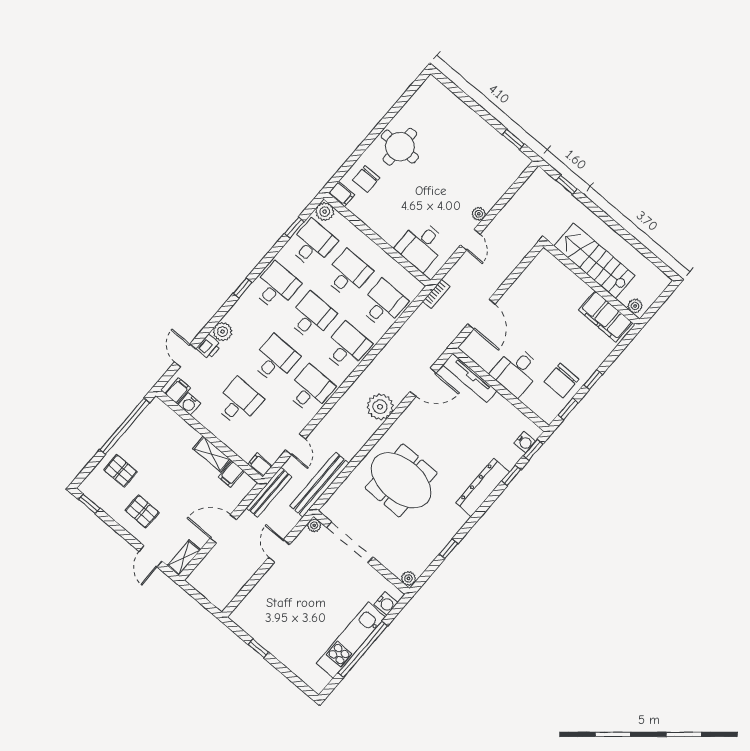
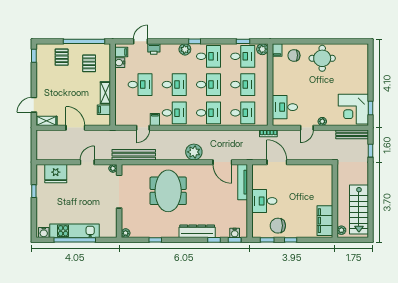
corner desk: (497, 162) -> (353, 109), added
stairs: (594, 261) -> (359, 209), moved, turned 180
door: (481, 314) -> (277, 162), swing flipped
plant: (223, 332) -> (185, 49), moved
filing cabinet: (260, 465) -> (155, 119), moved
bench: (269, 492) -> (352, 134), moved
pallet: (142, 511) -> (89, 63), moved
fridge: (260, 602) -> (56, 174), added
water cooler: (386, 604) -> (44, 233), moved

